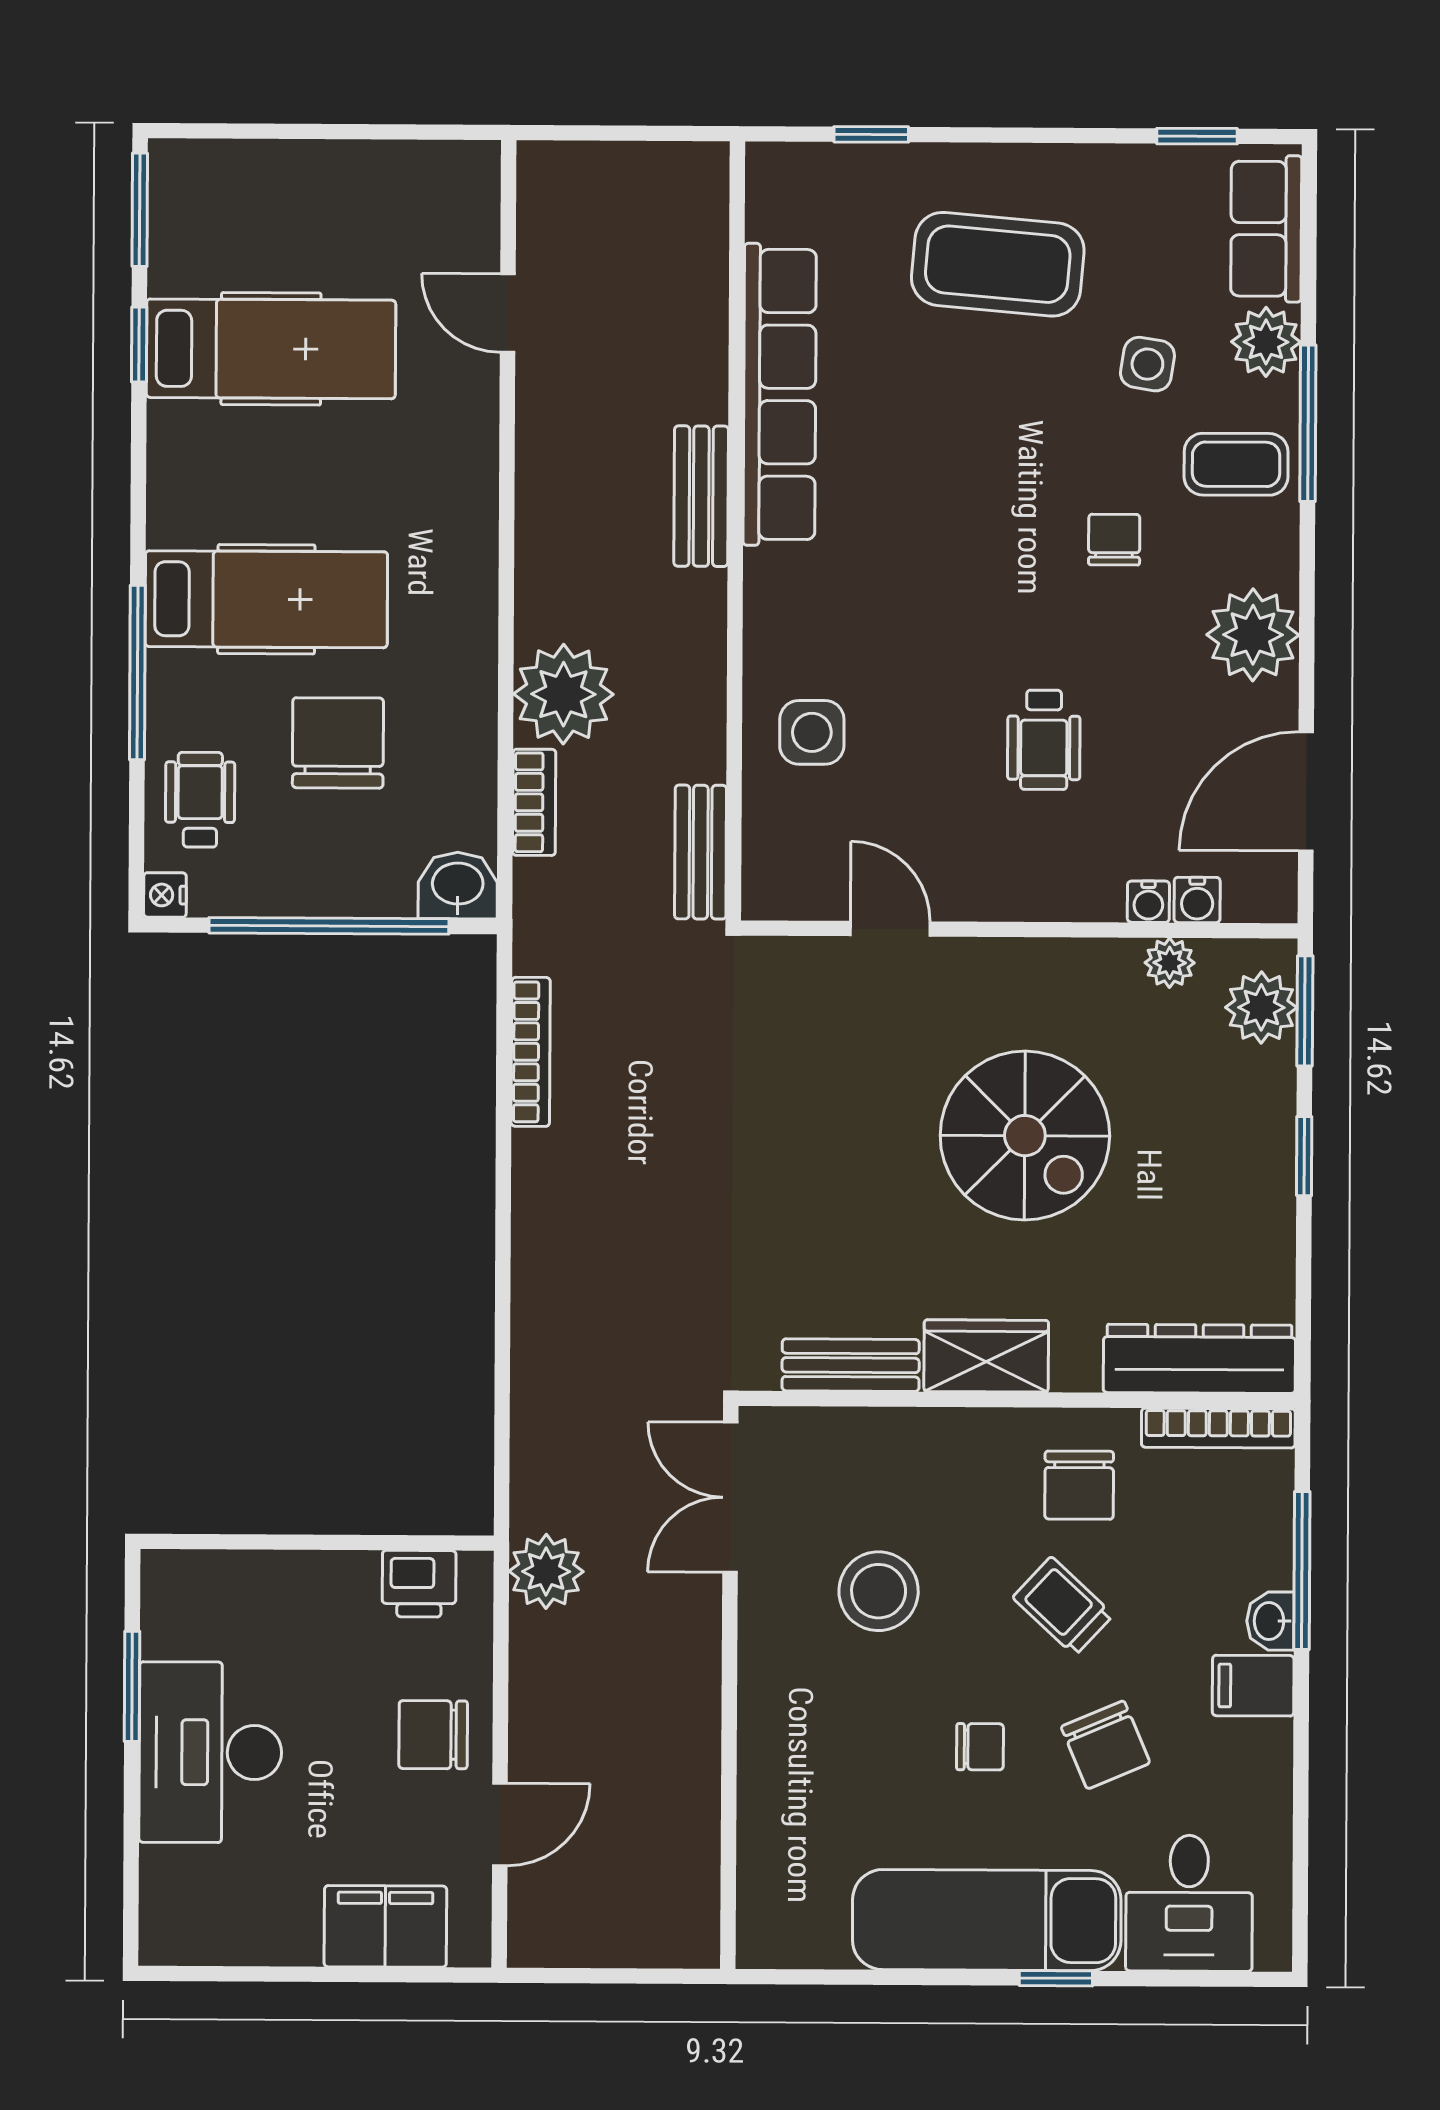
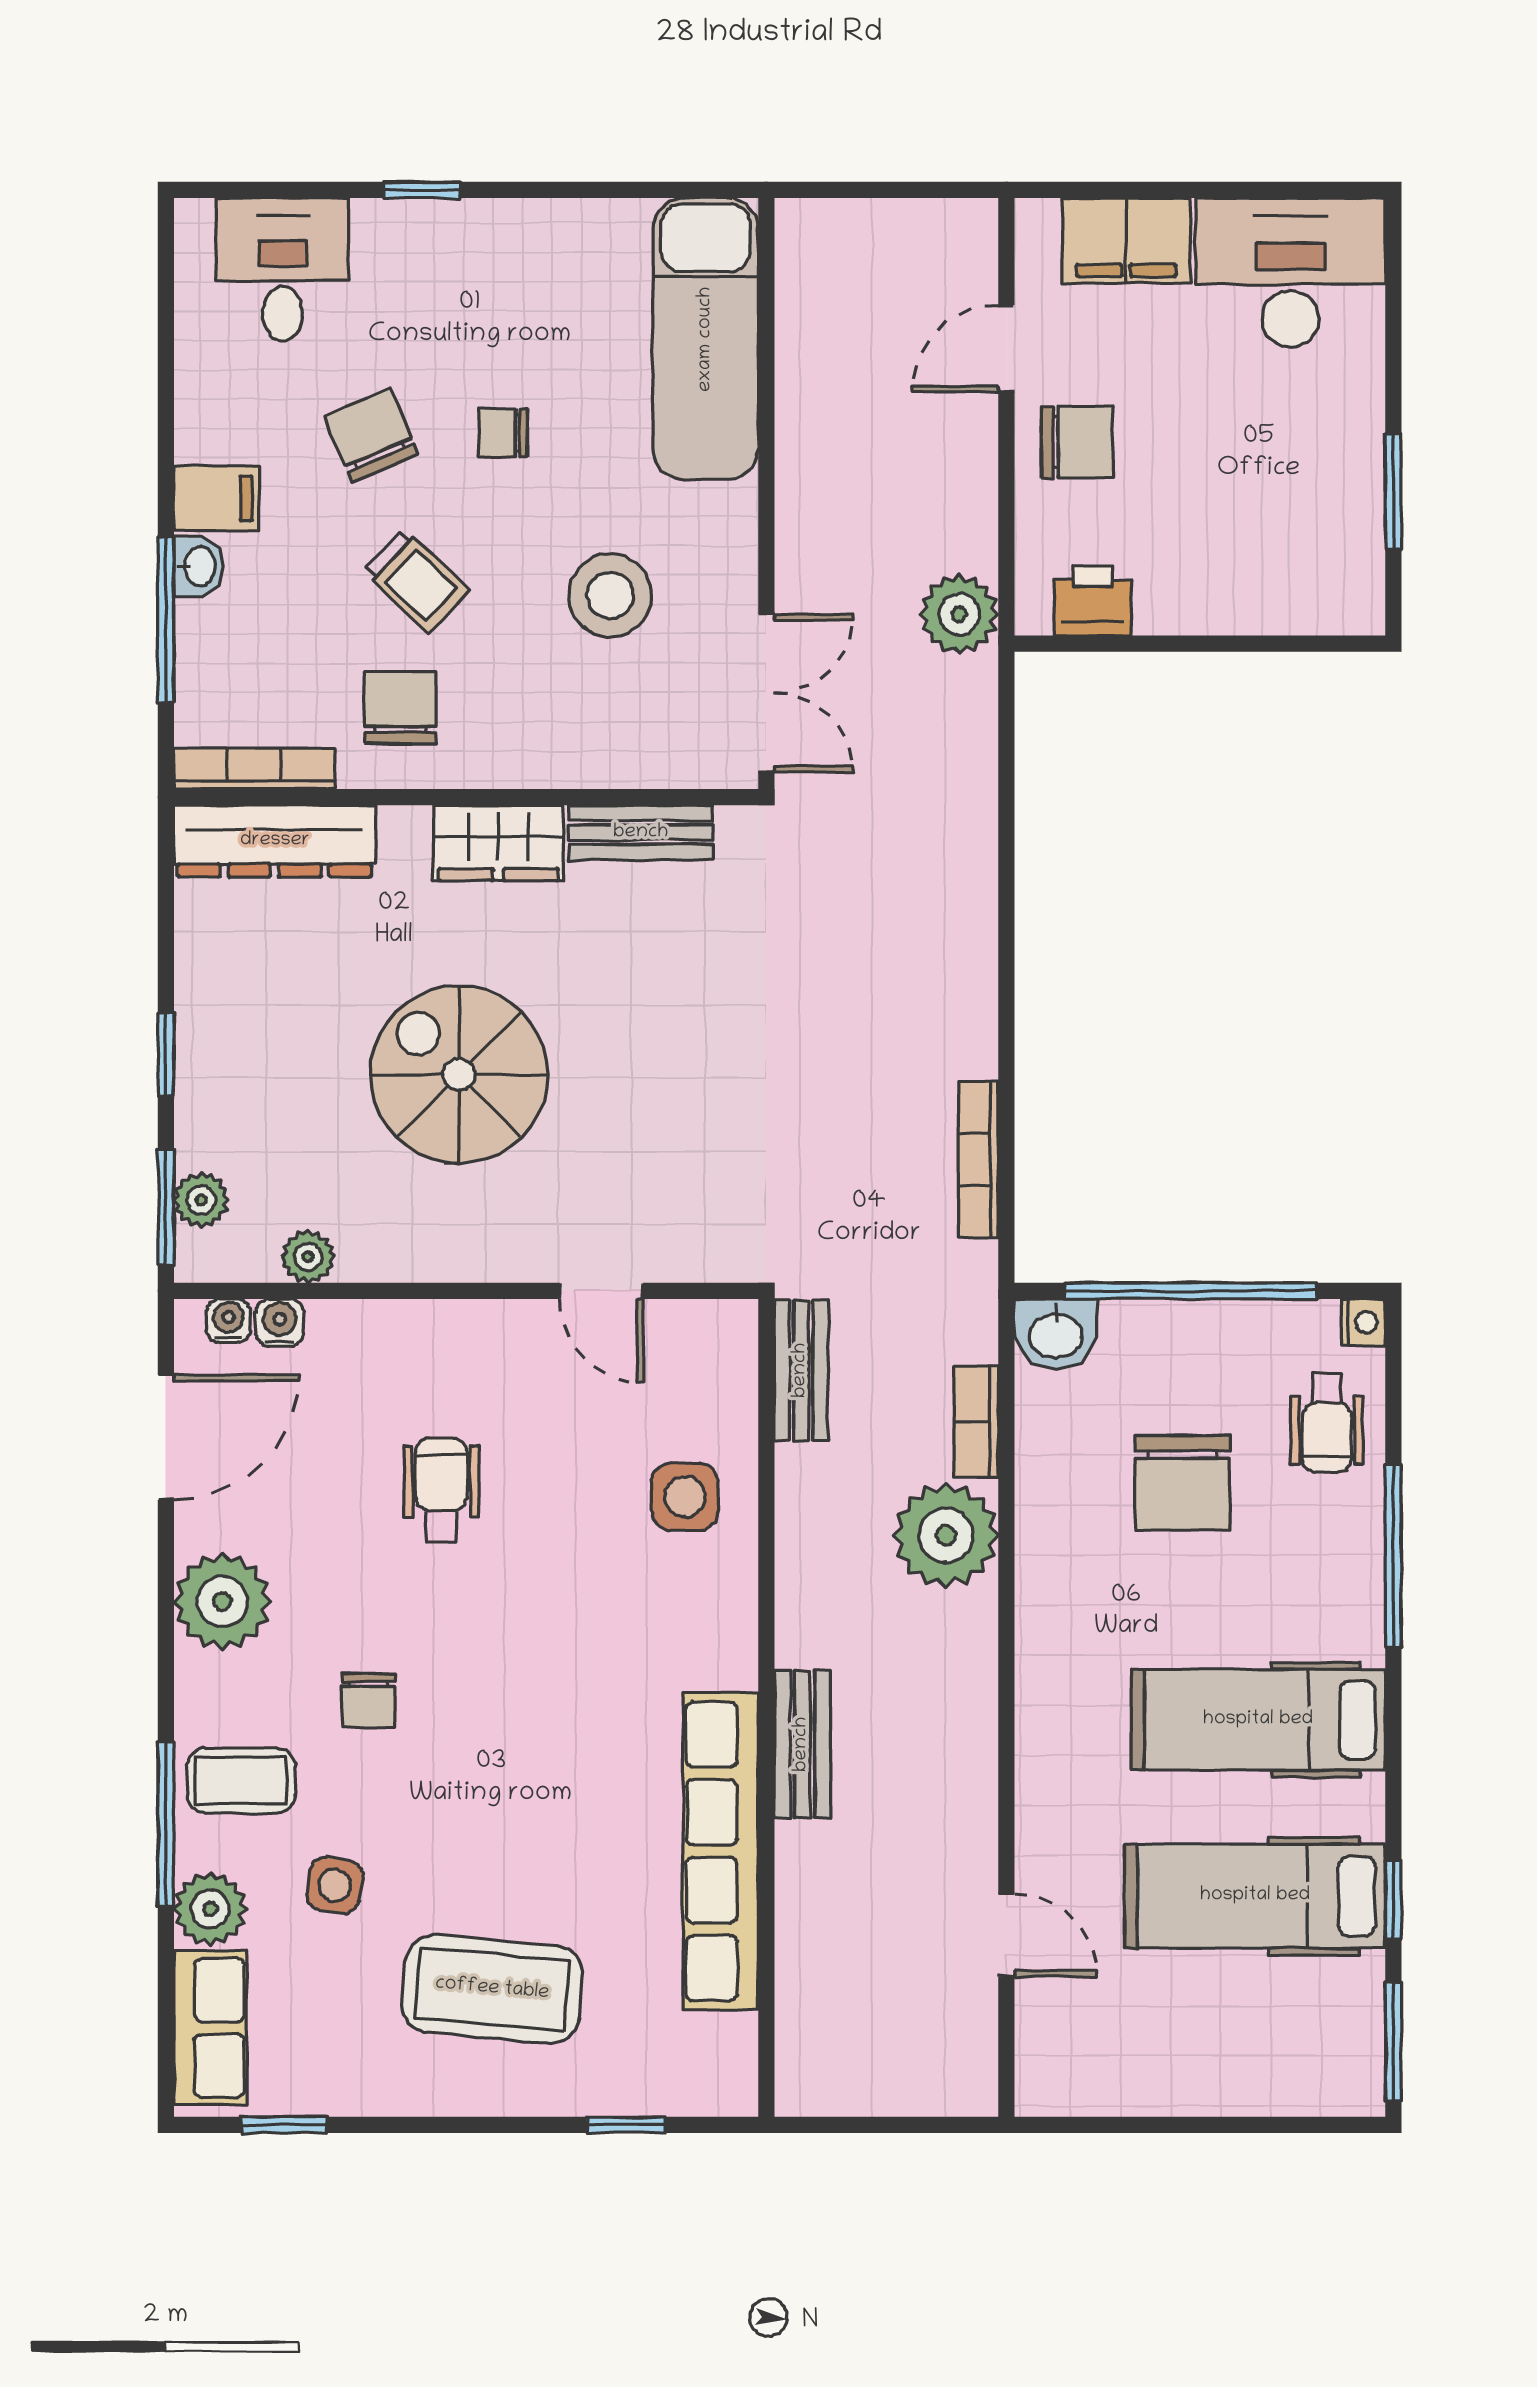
hospital bed: (266, 599) -> (1258, 1720), moved
water cooler: (1148, 902) -> (228, 1321), moved
plant: (1261, 1007) -> (201, 1200), width x0.73, depth x0.73
desk: (210, 1752) -> (1290, 273), moved, turned -90
exam couch: (987, 1920) -> (706, 339), moved, turned 90

